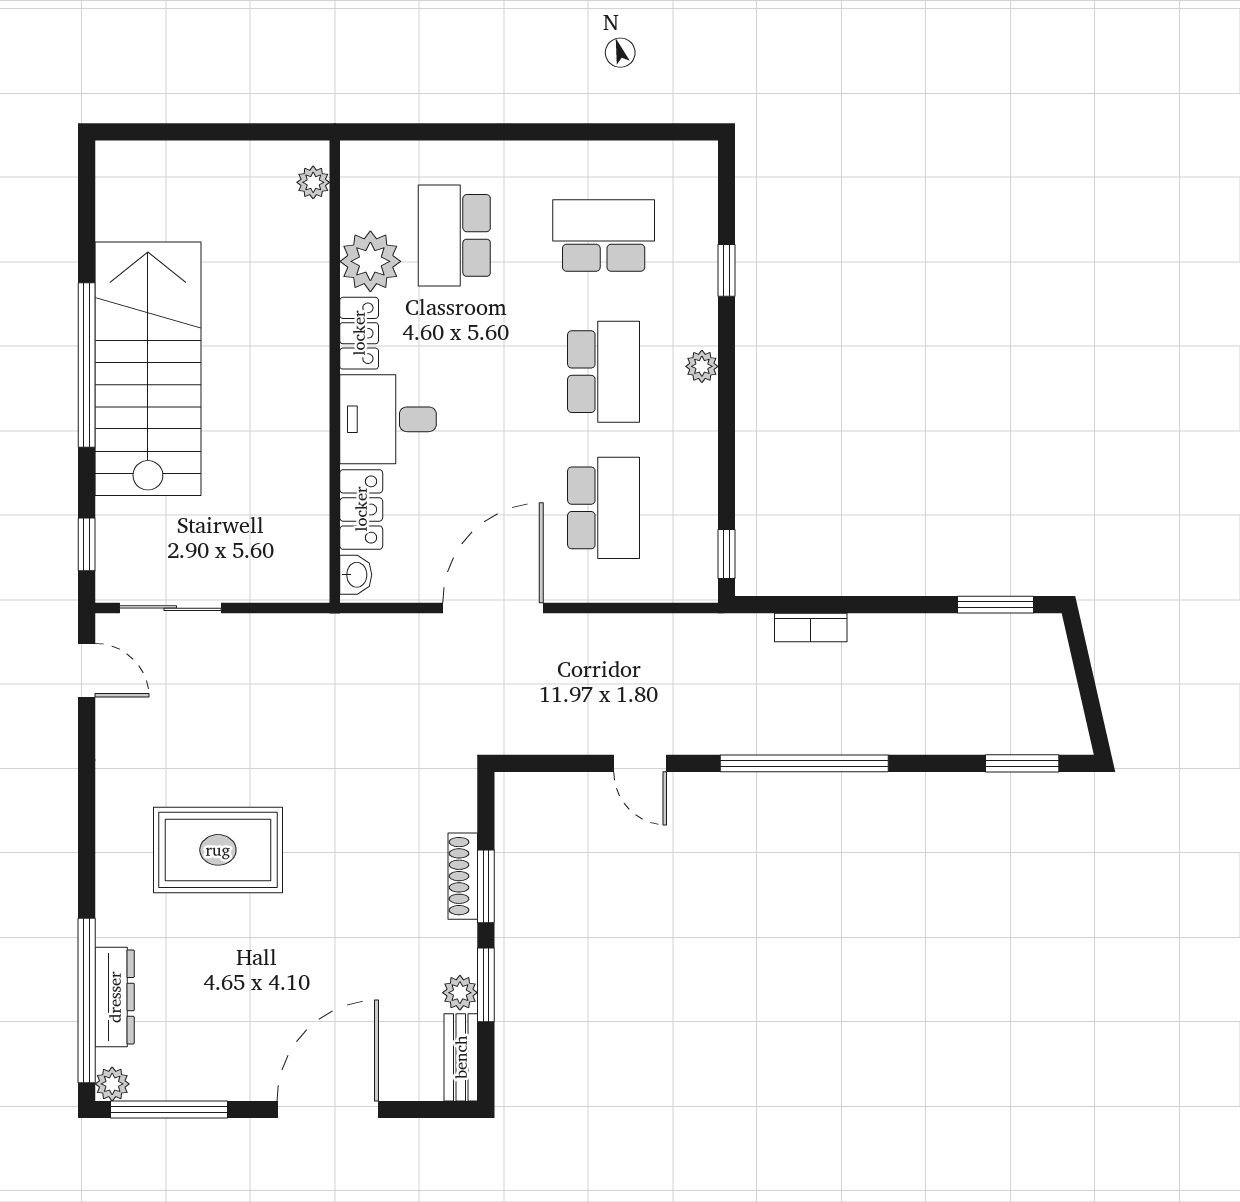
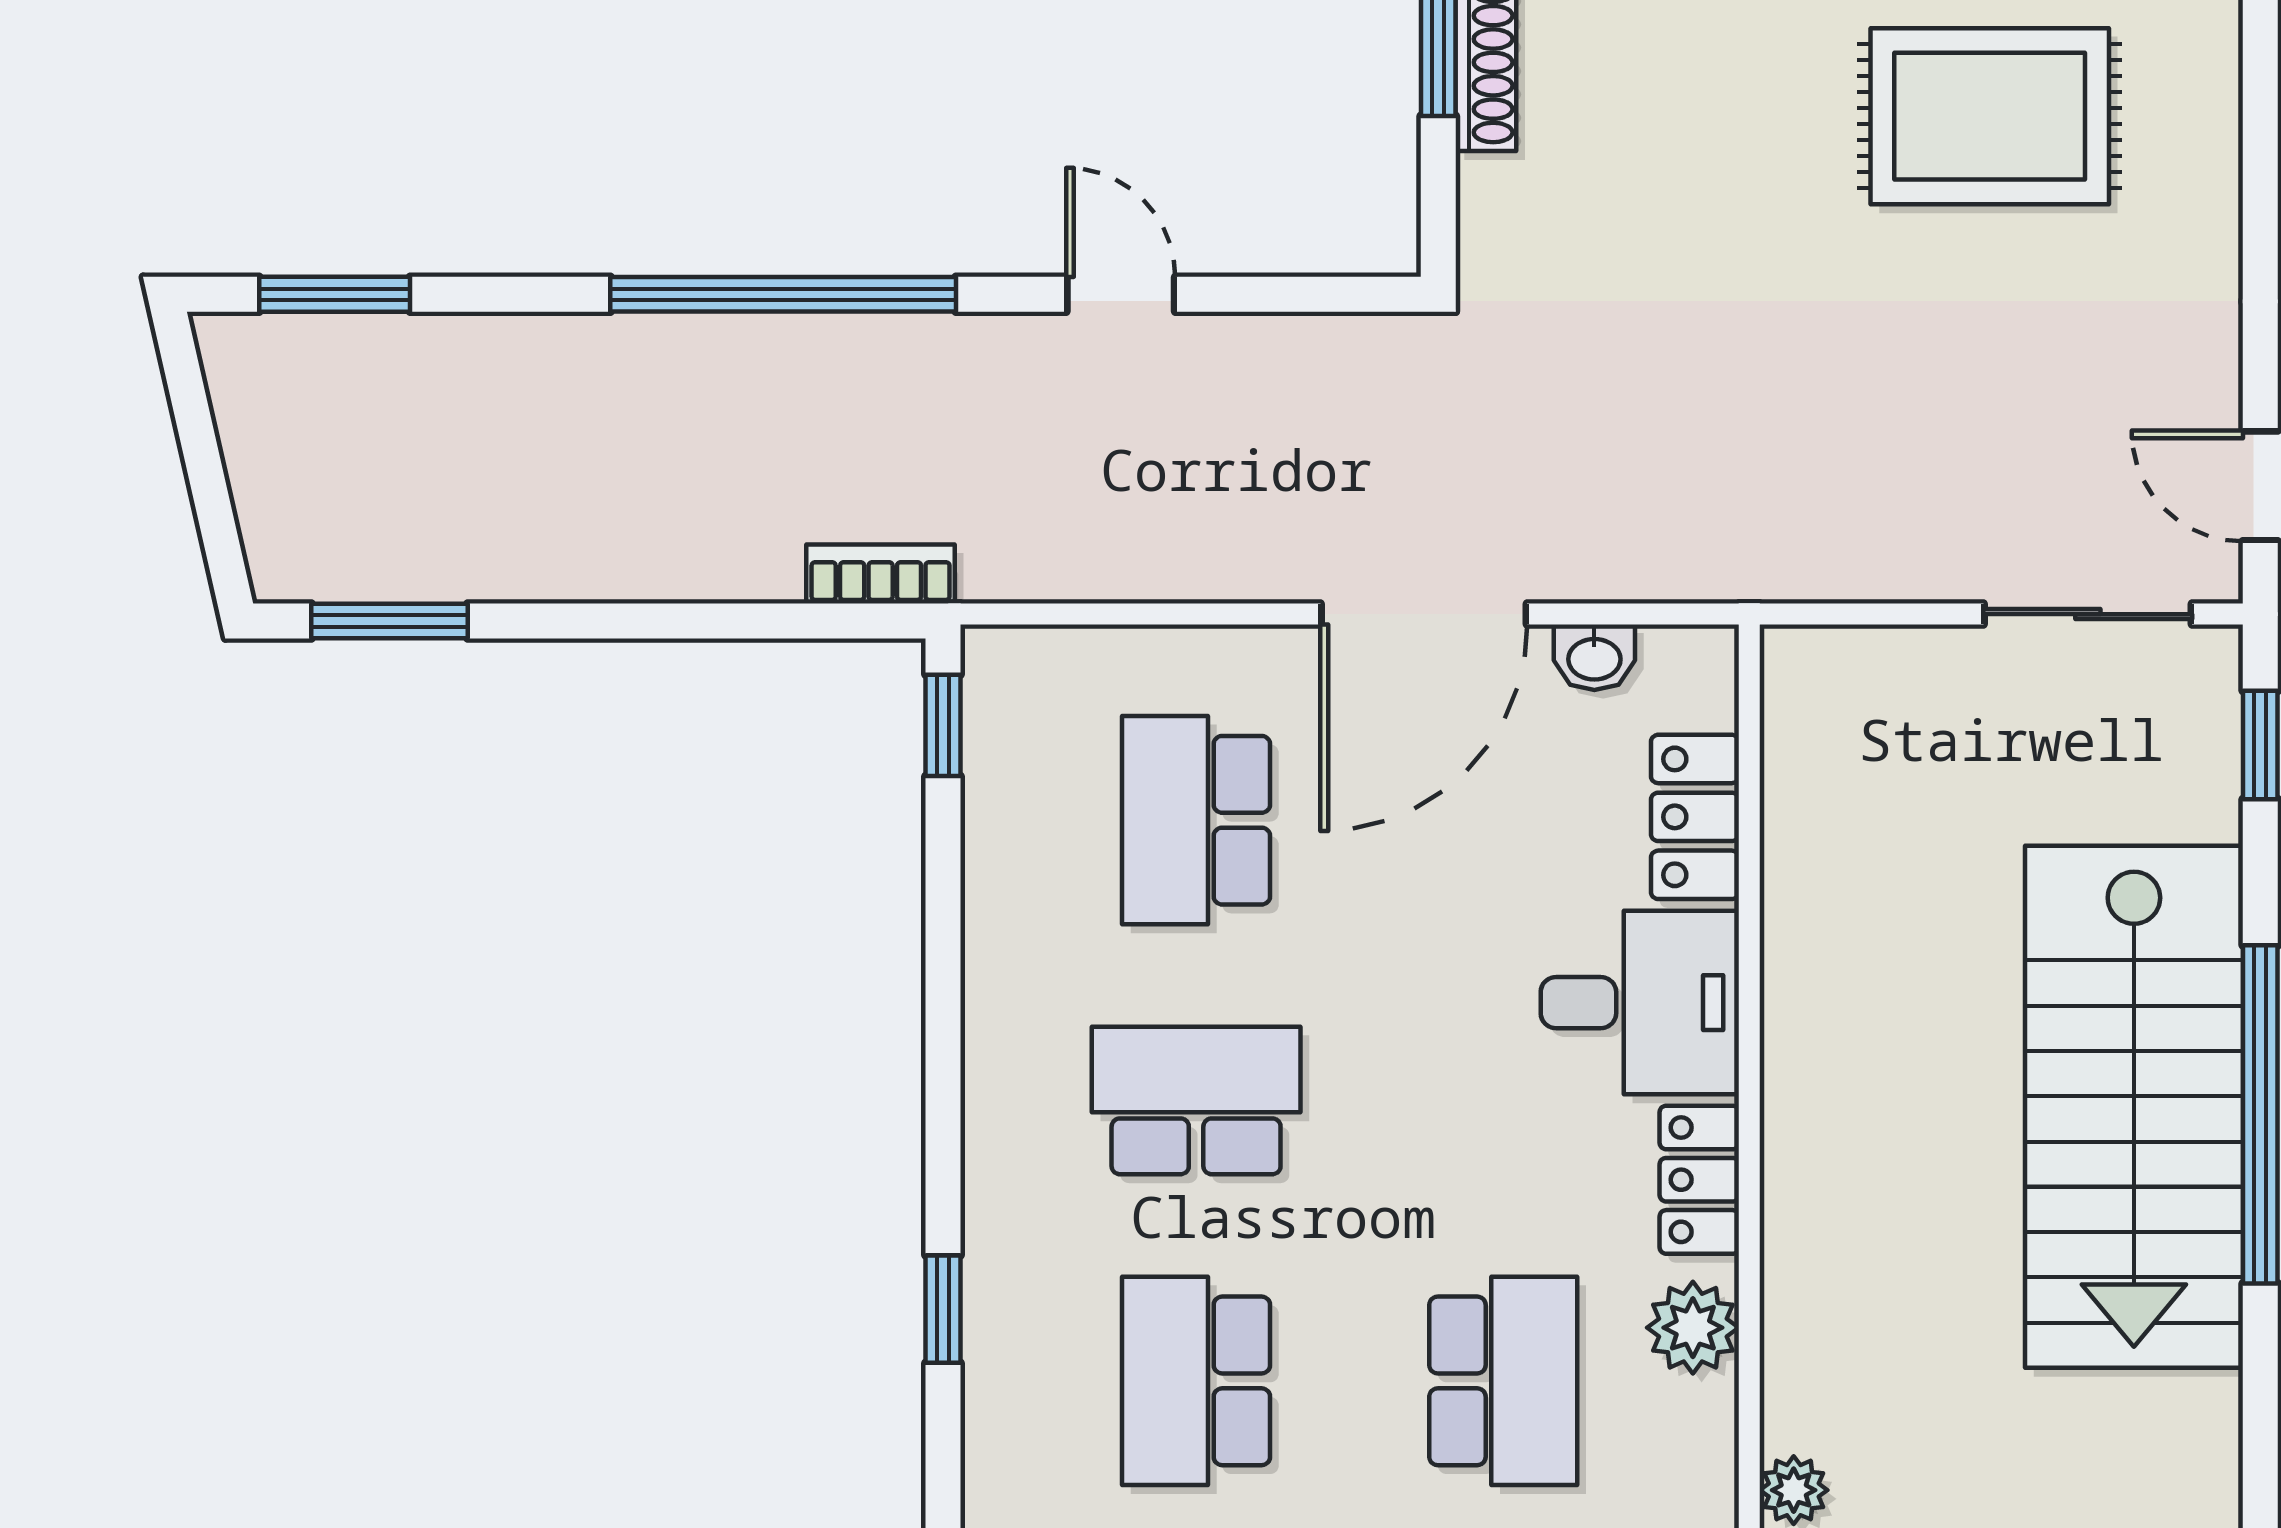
school desk: (604, 235) -> (1196, 1381), turned 90
plant: (370, 261) -> (1693, 1328), width x0.73, depth x0.73
plant: (702, 366) -> (994, 1112), removed
school desk: (604, 372) -> (1196, 1101), turned 90
washbasin: (356, 575) -> (1594, 657), moved, turned -90
bookcase: (811, 628) -> (881, 574), moved

